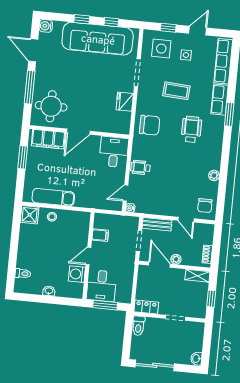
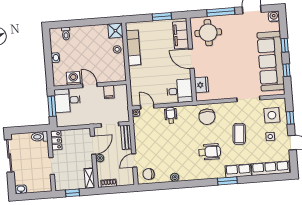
fridge: (125, 102) -> (201, 85), moved, turned 90

